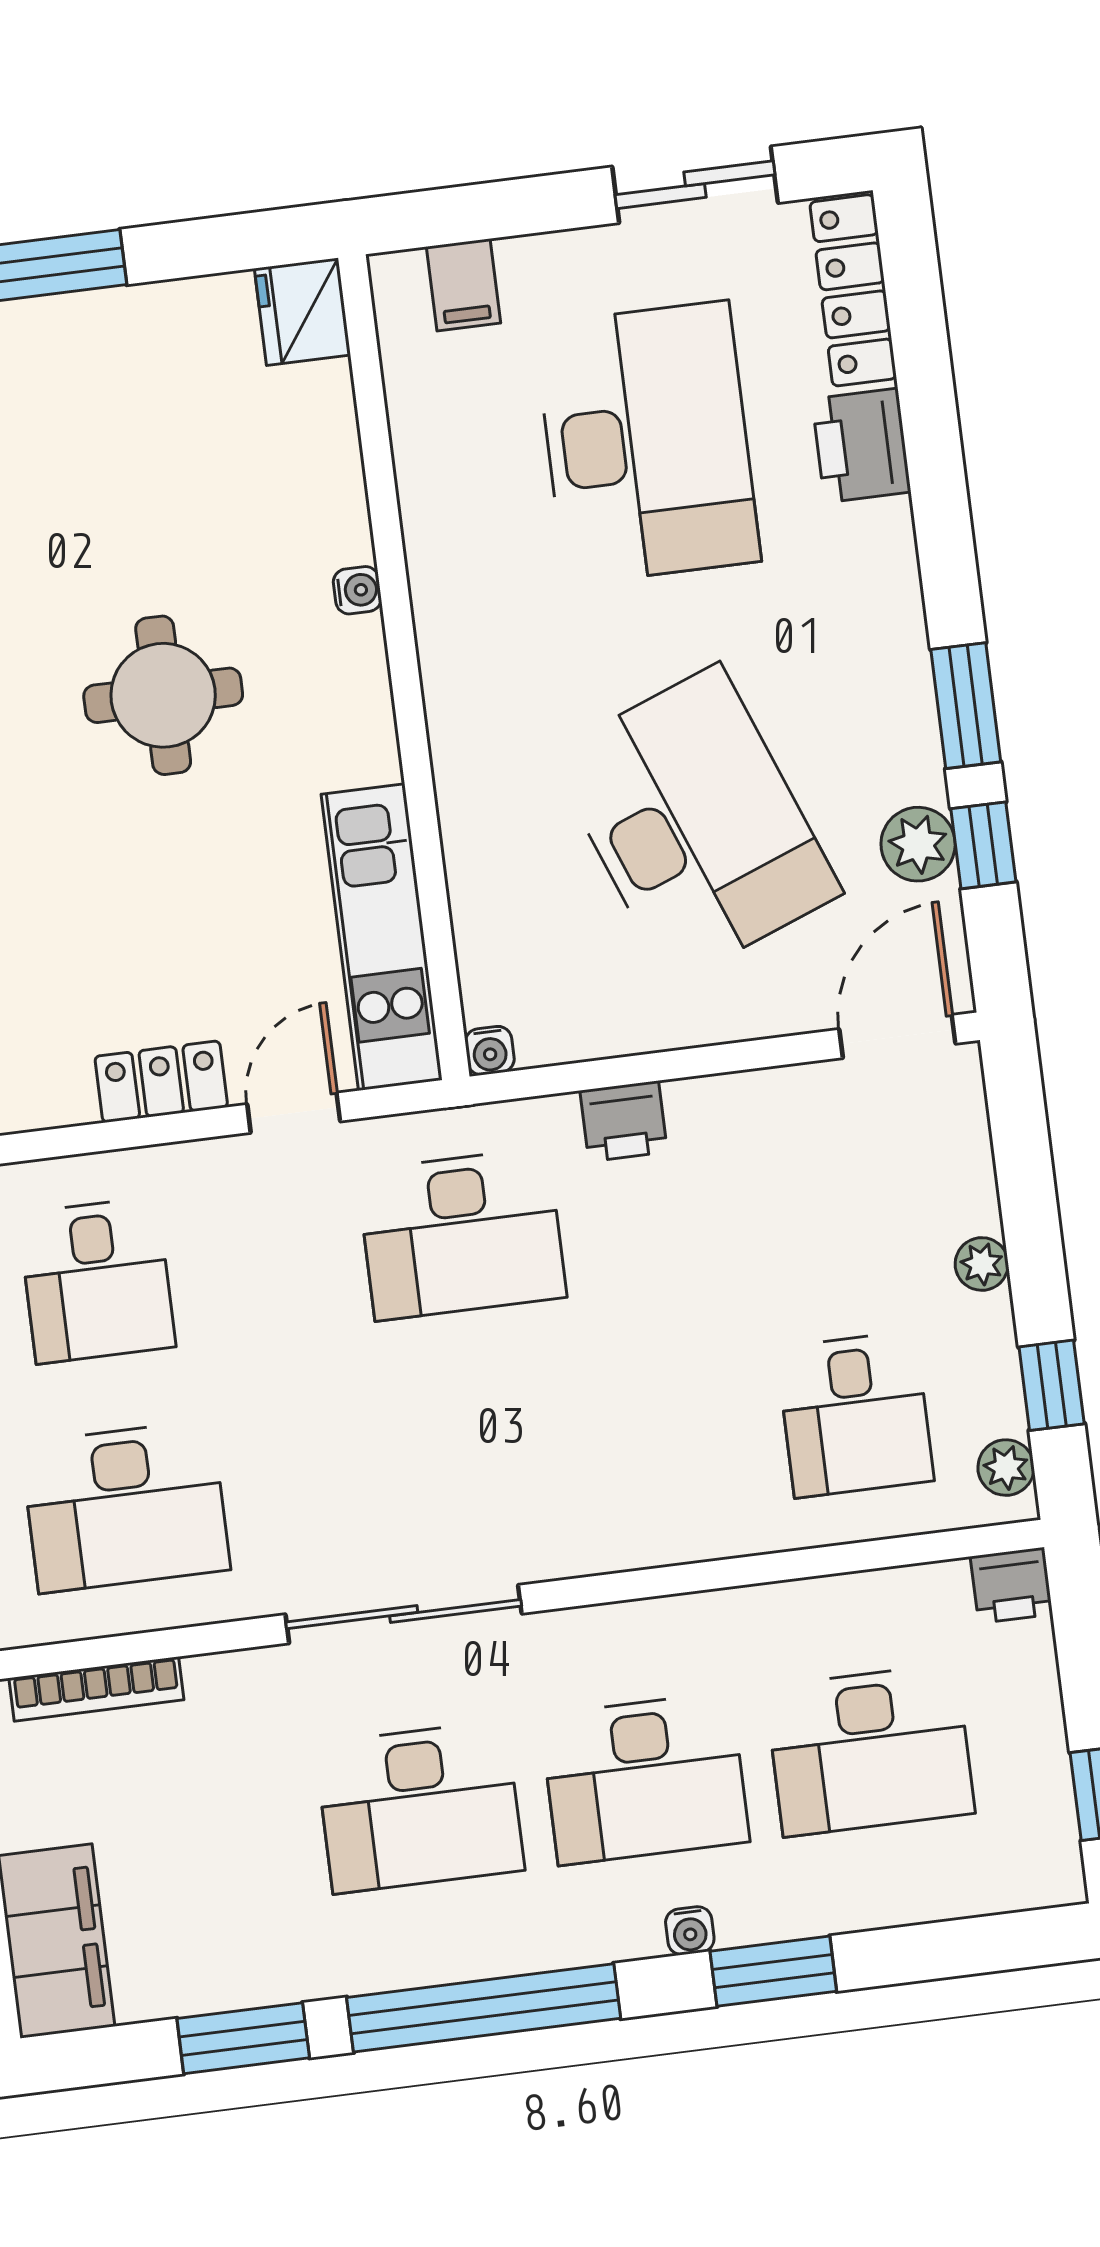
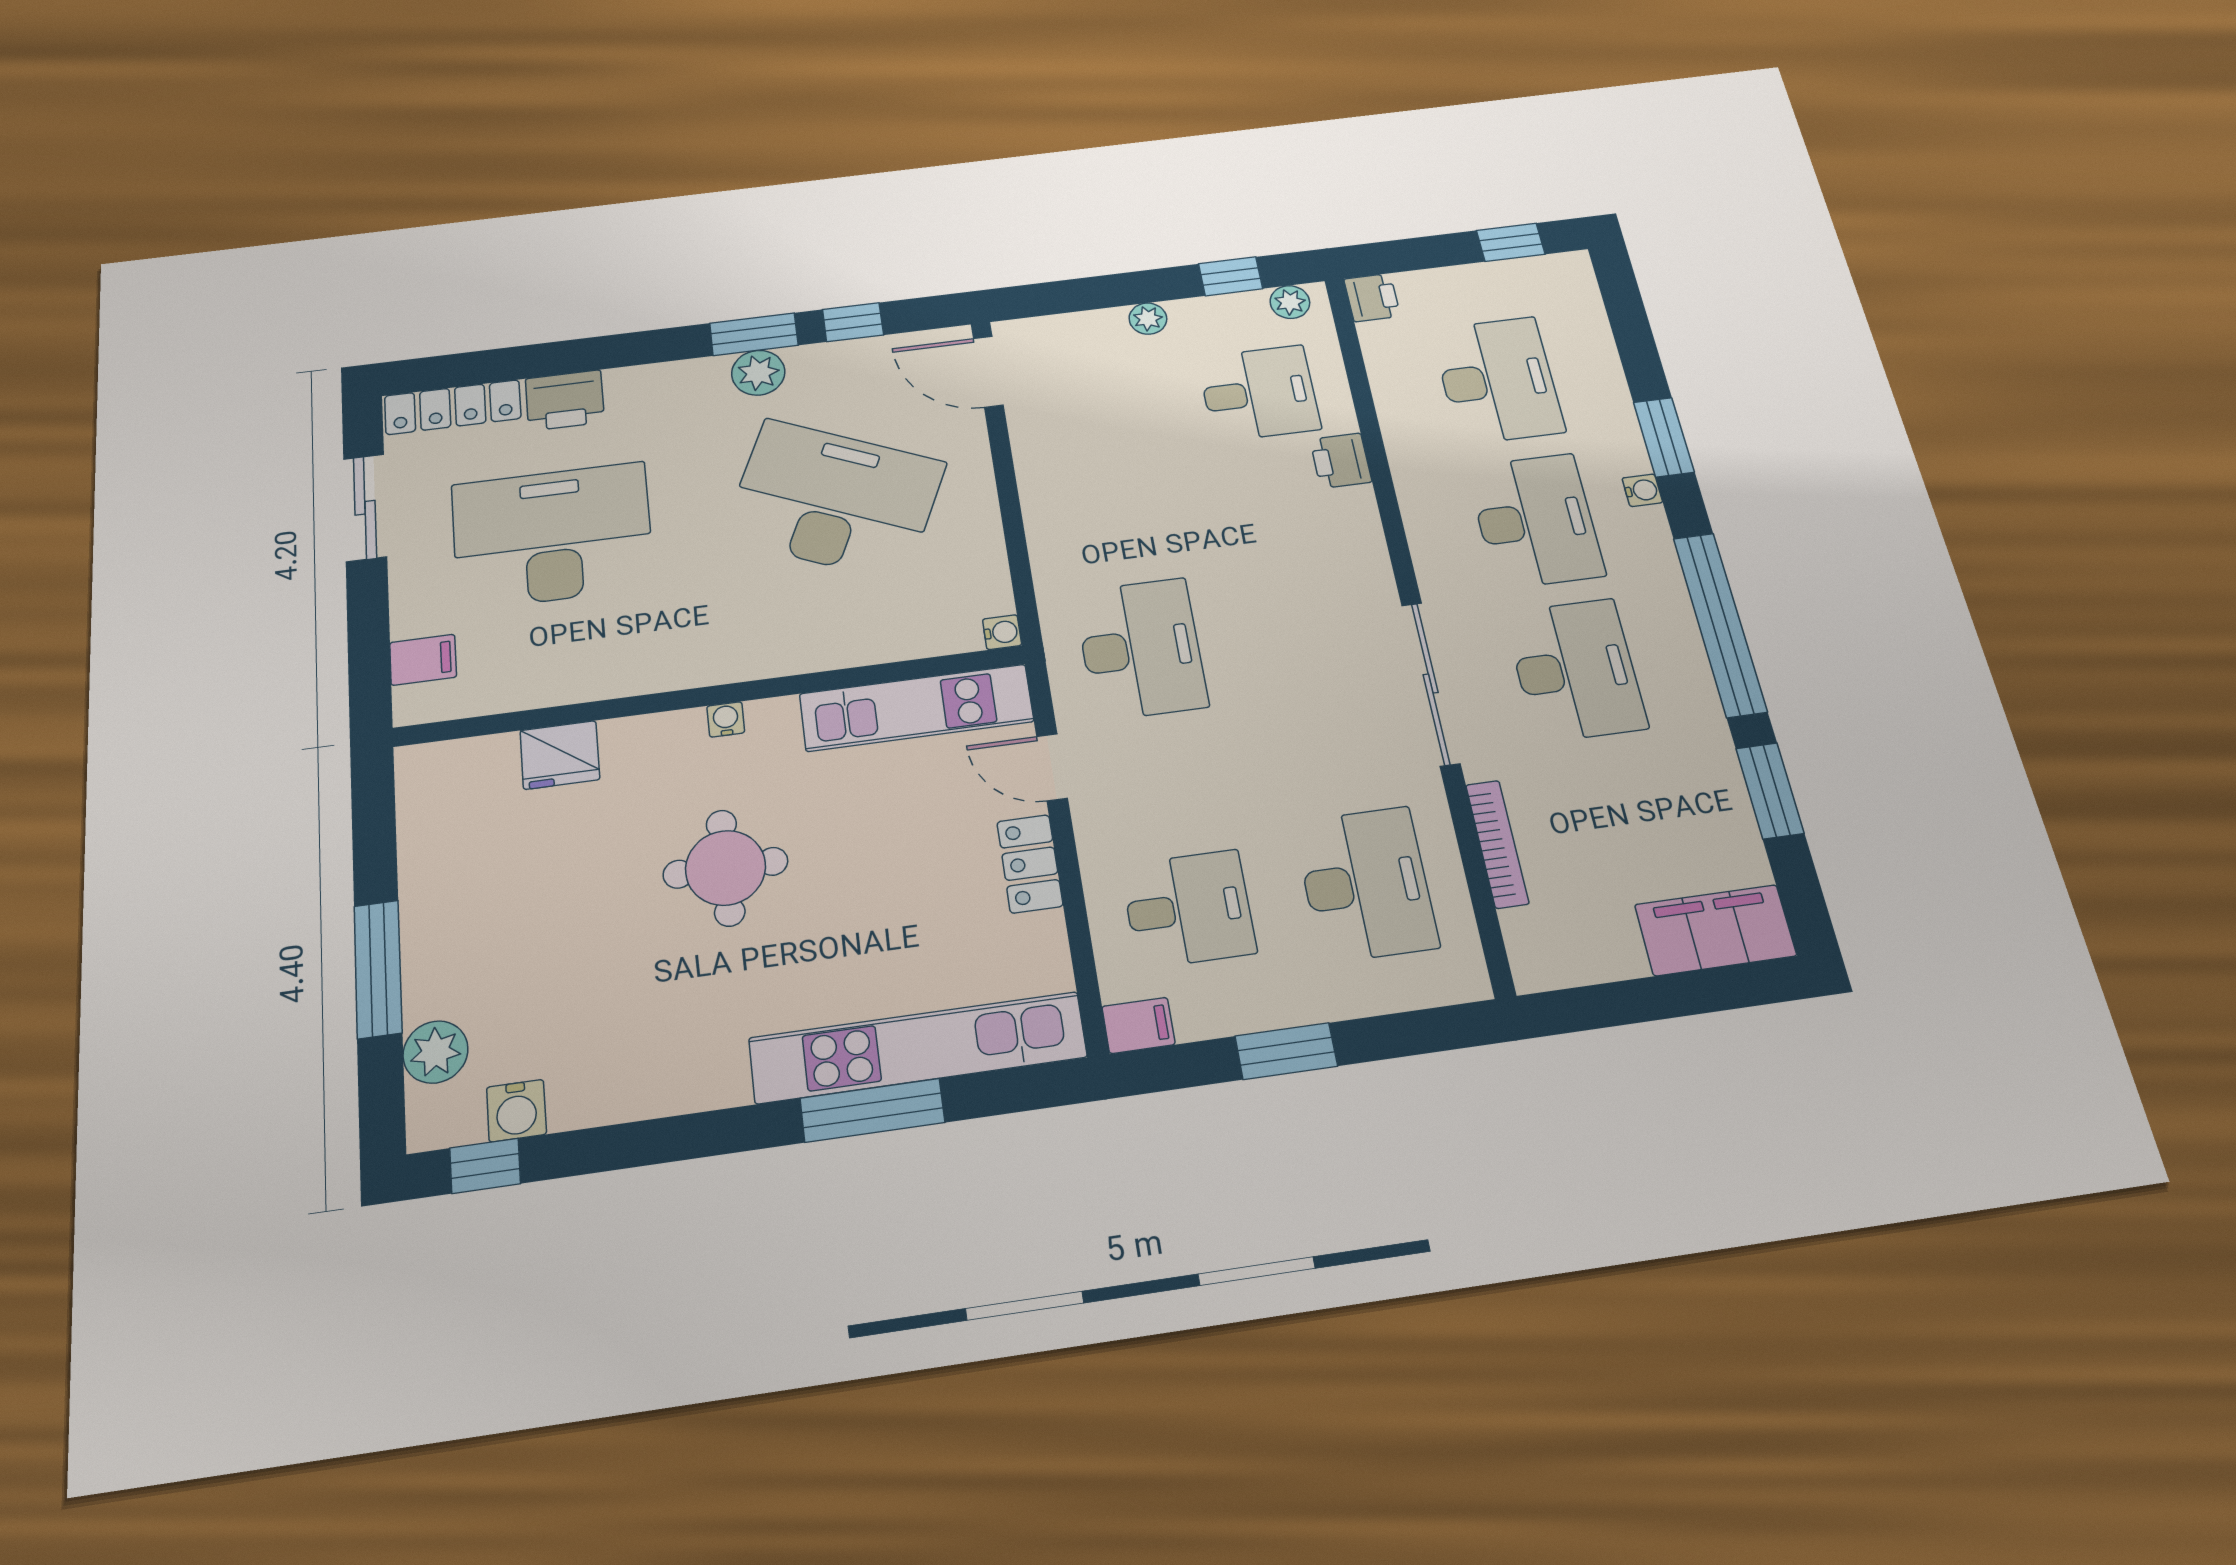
fridge: (302, 312) -> (560, 755), moved
water cooler: (357, 590) -> (726, 719), moved
desk: (695, 824) -> (834, 500), turned 45
plant: (918, 844) -> (758, 373), moved
printer: (624, 1121) -> (1341, 461), moved, turned 180
bookcase: (96, 1689) -> (1497, 844), moved

